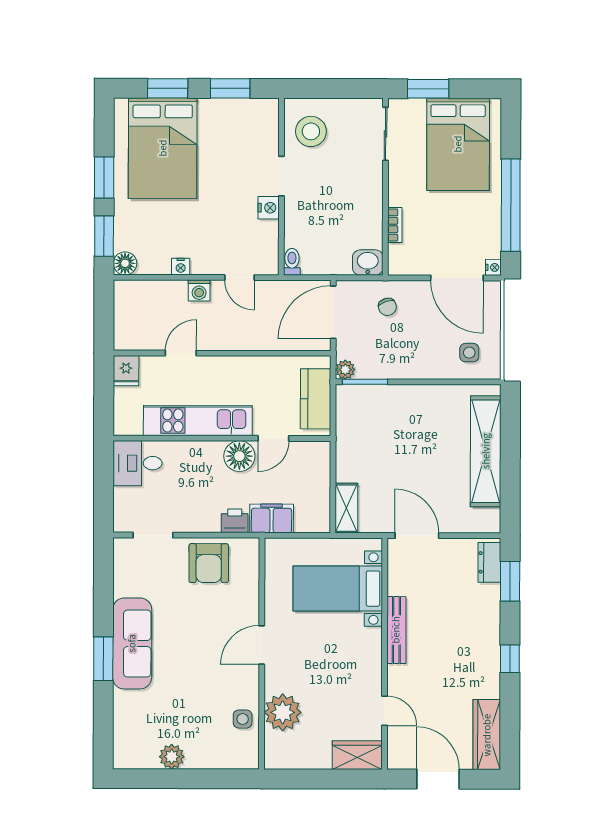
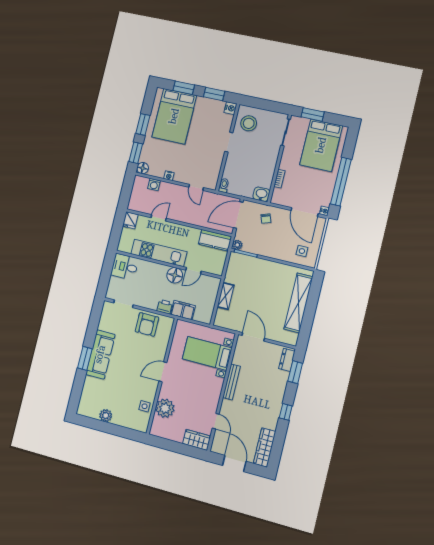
nightstand: (269, 208) -> (230, 108), moved
washing machine: (199, 291) -> (154, 185), moved
kitchen counter: (316, 399) -> (215, 240), moved, turned -90
shelving: (346, 508) -> (226, 296), moved

